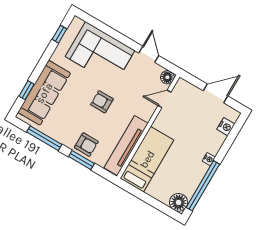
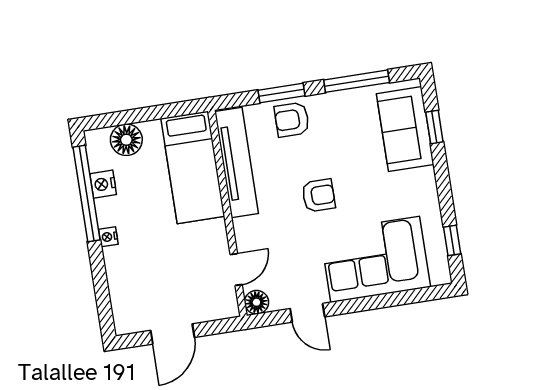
sofa: (44, 93) -> (405, 129), width x0.73
nightstand: (226, 127) -> (103, 184), moved
floor lamp: (179, 202) -> (126, 140), moved

